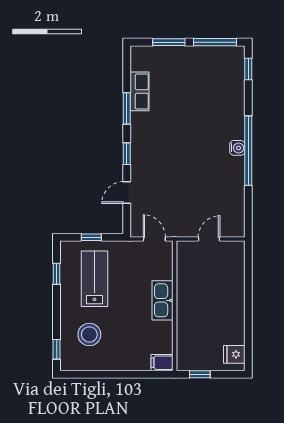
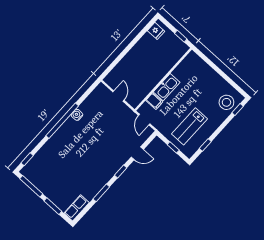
row of seats: (139, 91) -> (77, 208), moved
water cooler: (237, 148) -> (77, 115), moved
door: (209, 239) -> (118, 96), swing flipped
stool: (89, 334) -> (226, 102), moved
filing cabinet: (162, 363) -> (154, 101), moved

